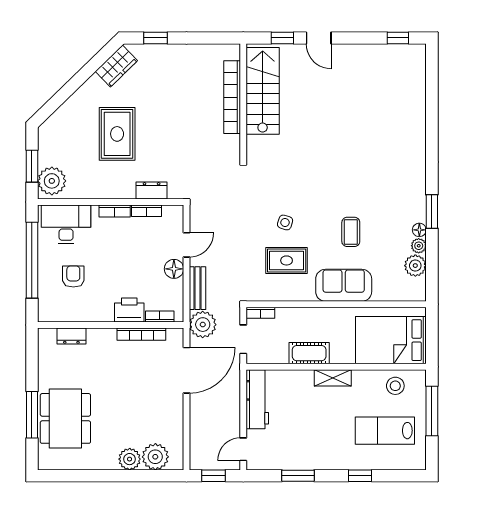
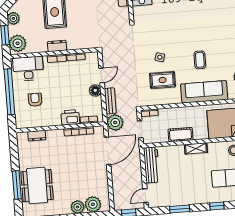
plant: (48, 139) -> (13, 18), added
dresser: (152, 190) -> (57, 46), moved
sofa: (344, 285) -> (204, 92), width x1.36

